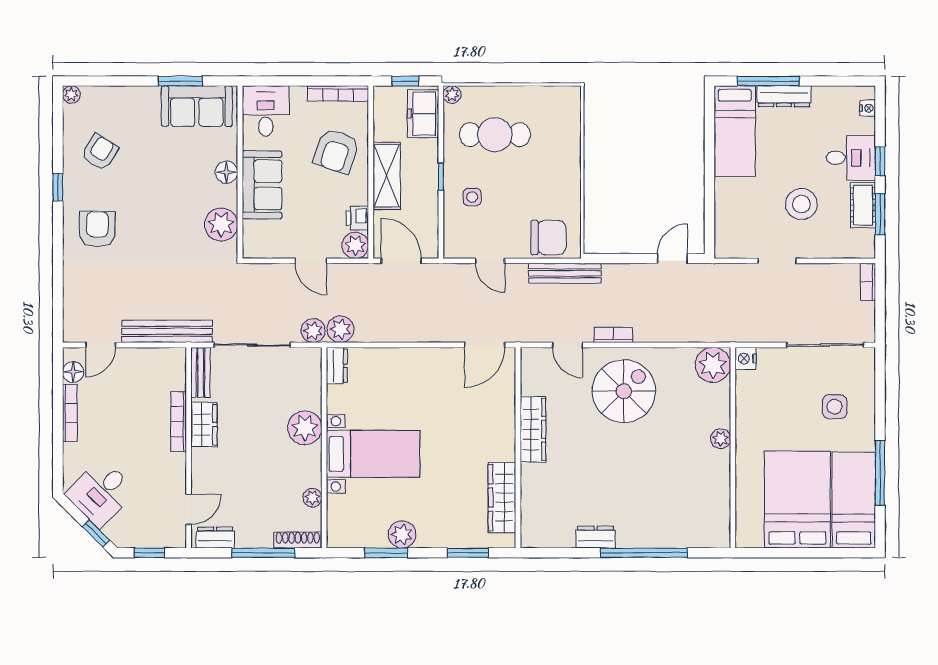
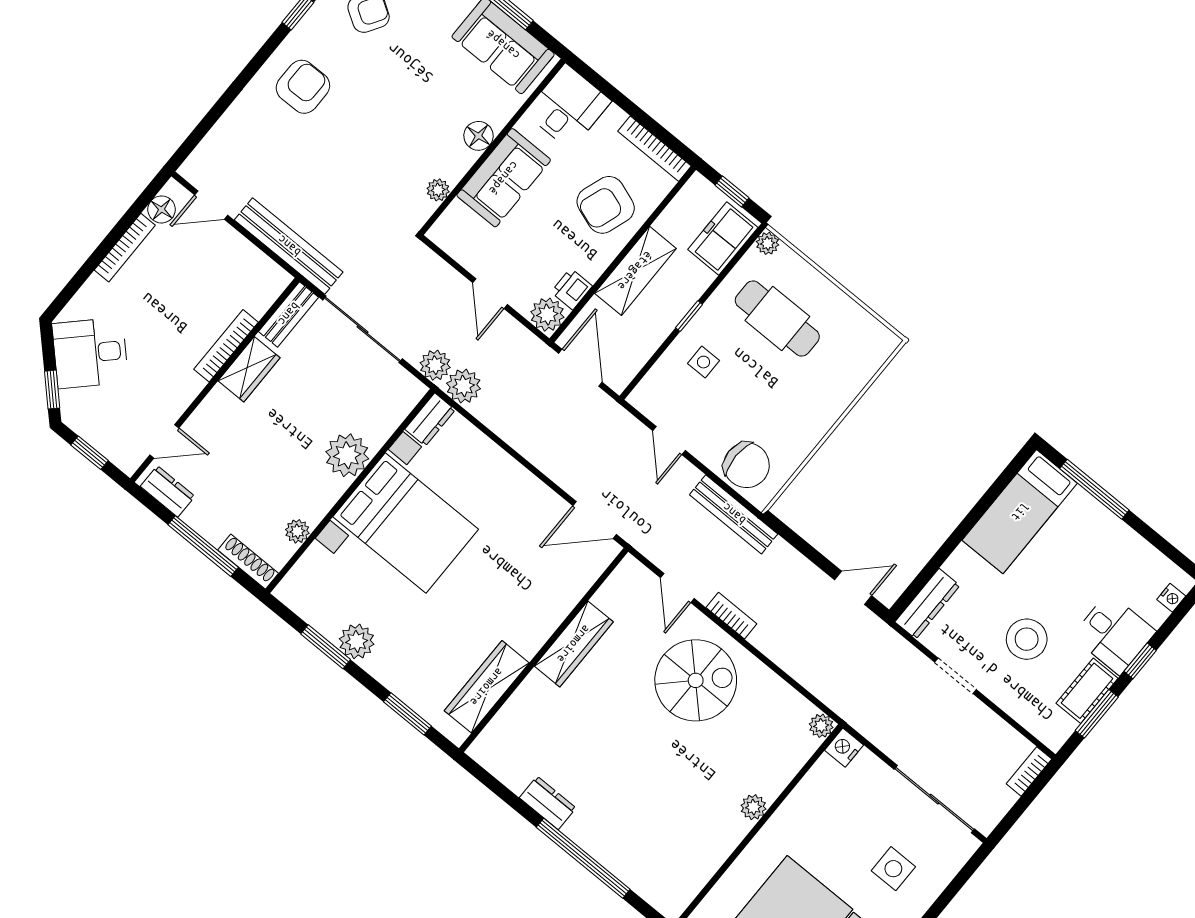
dresser: (784, 96) -> (927, 604), moved, turned -90
plant: (221, 224) -> (438, 190), width x0.53, depth x0.53
plant: (713, 365) -> (821, 726), width x0.53, depth x0.53
bed with nightstands: (373, 454) -> (406, 523), width x1.36

